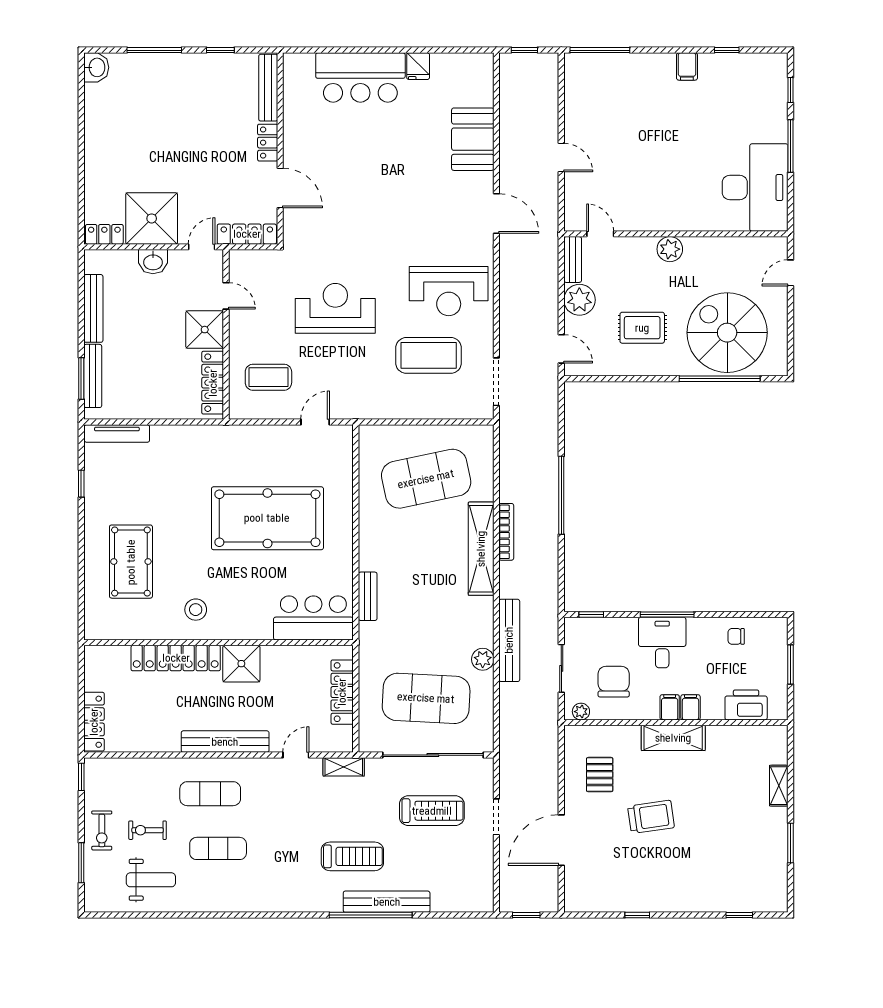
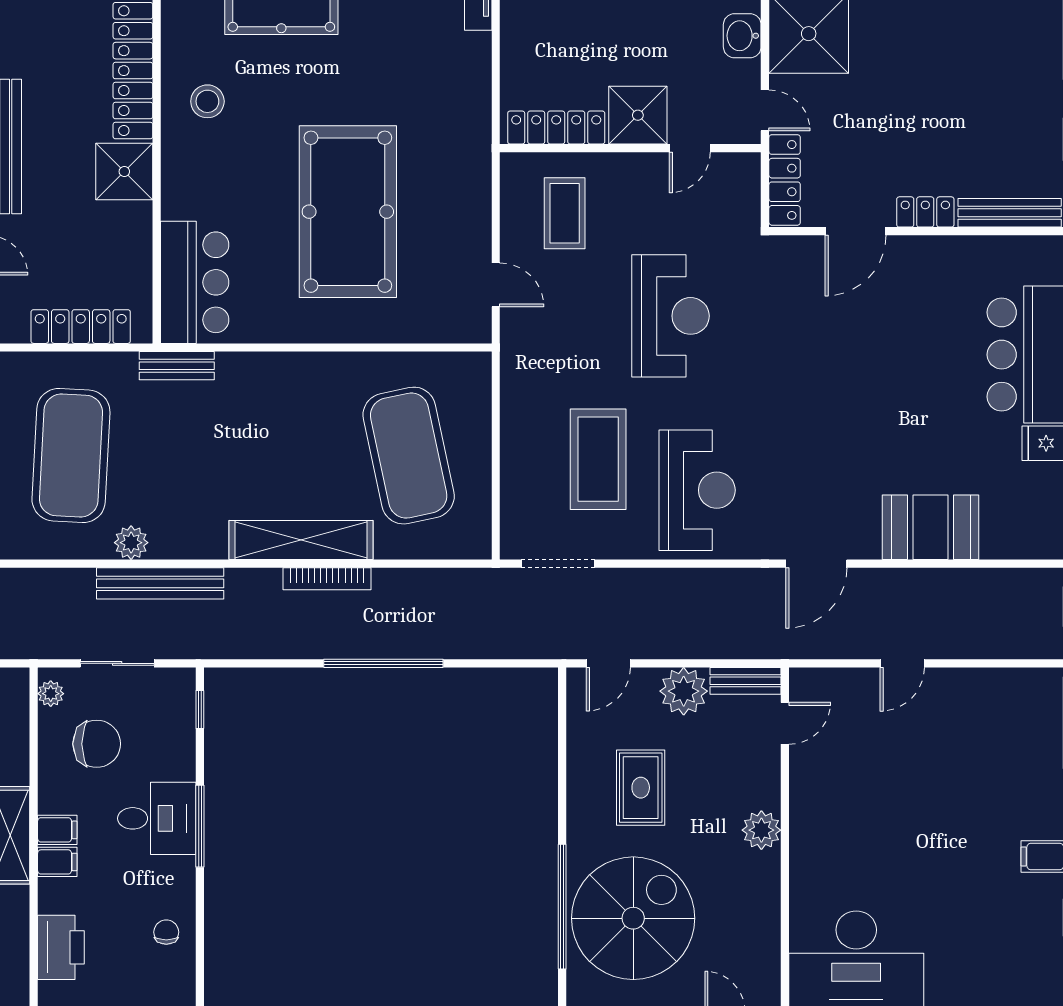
reception desk: (449, 291) -> (697, 490), turned 180
bench: (368, 596) -> (177, 366), moved

